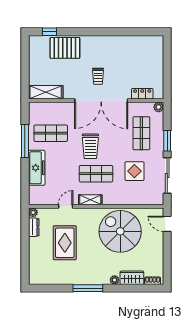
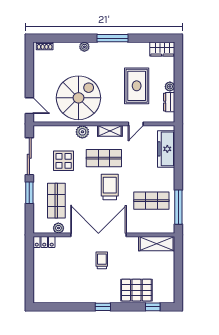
window: (97, 32) -> (103, 307), added
locker: (142, 94) -> (44, 242), moved
plant: (159, 107) -> (58, 228), moved
window: (25, 141) -> (178, 207), moved
freezer: (37, 168) -> (166, 149), moved
plant: (116, 199) -> (82, 132), added
plant: (33, 212) -> (170, 87), moved
spiral stairs: (120, 231) -> (78, 98), turned -90
wardrobe: (132, 278) -> (162, 49), moved

